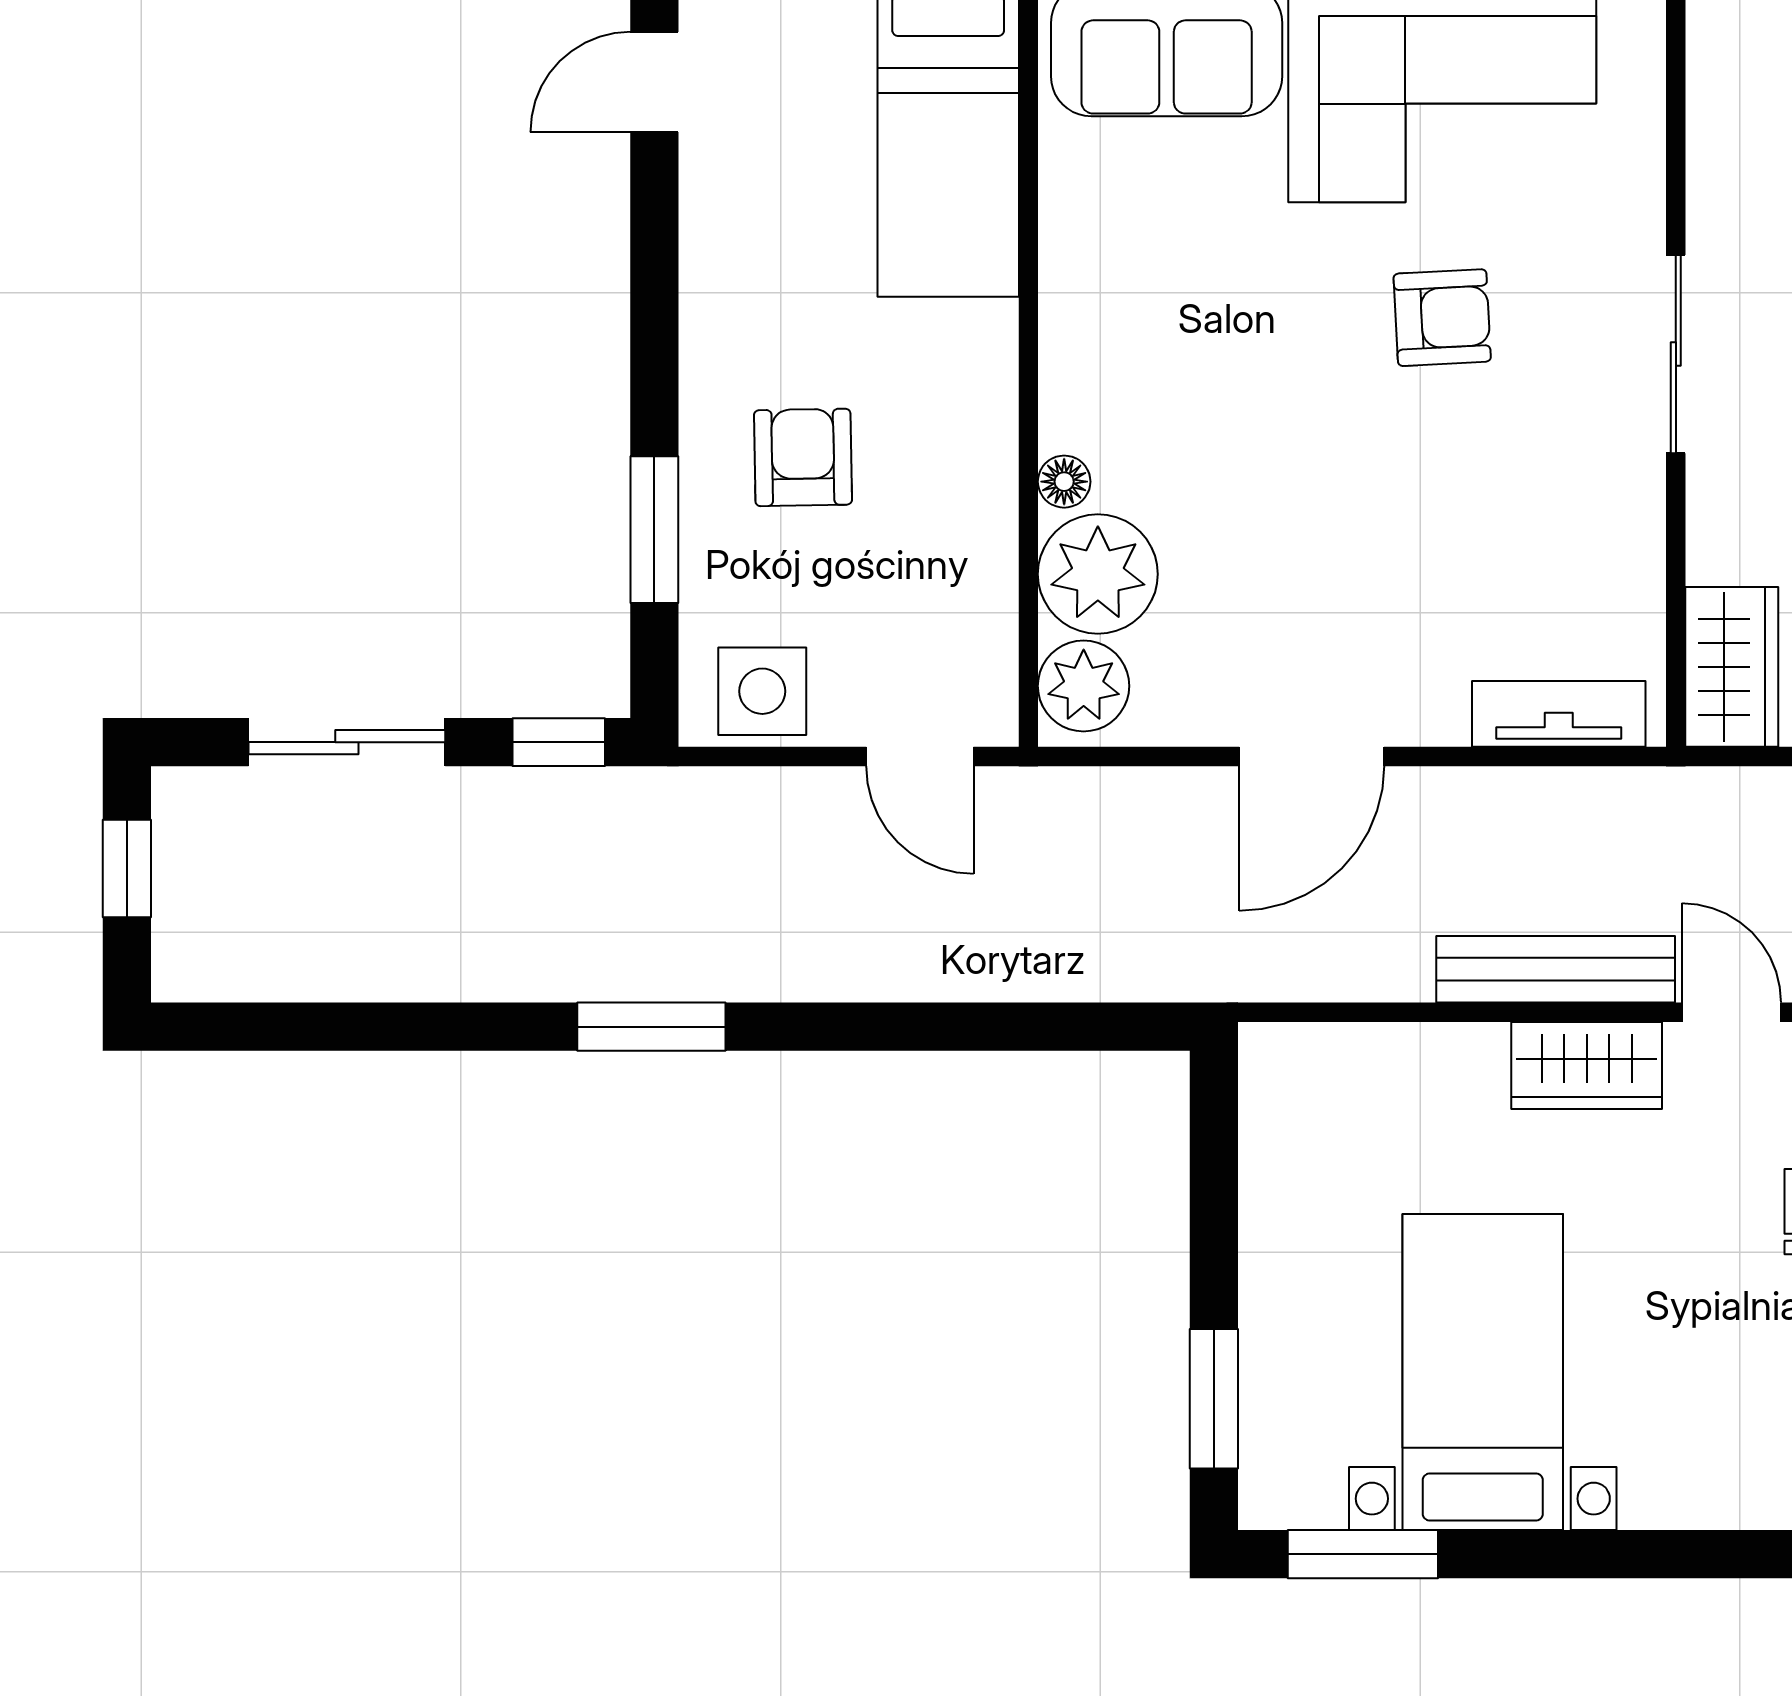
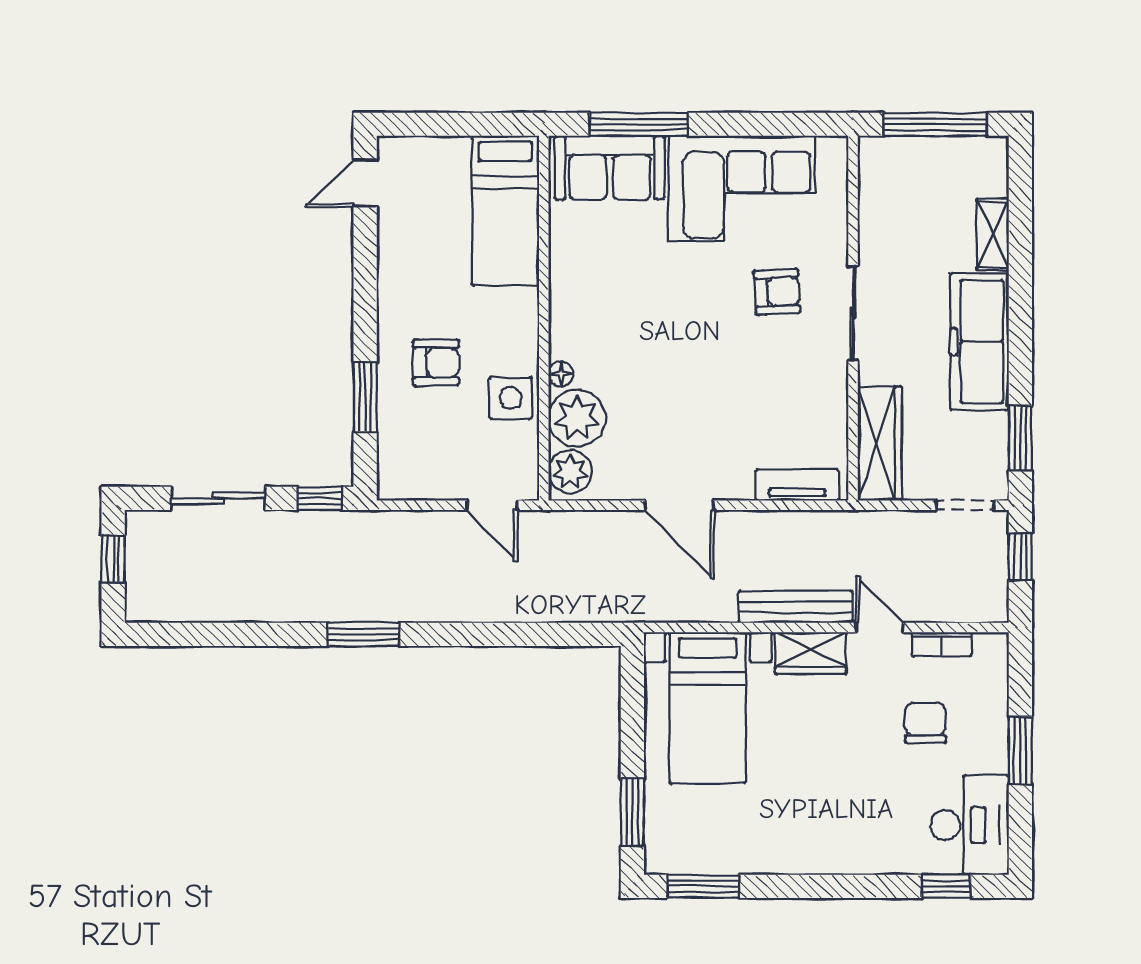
armchair: (1442, 318) -> (777, 292), moved
armchair: (803, 457) -> (436, 362), turned 91
wardrobe: (1732, 667) -> (880, 443), width x1.50
side table: (762, 691) -> (511, 398), moved
door: (1312, 757) -> (679, 505), hinge flipped
bed with nightstands: (1483, 1372) -> (708, 708), moved, turned 180

